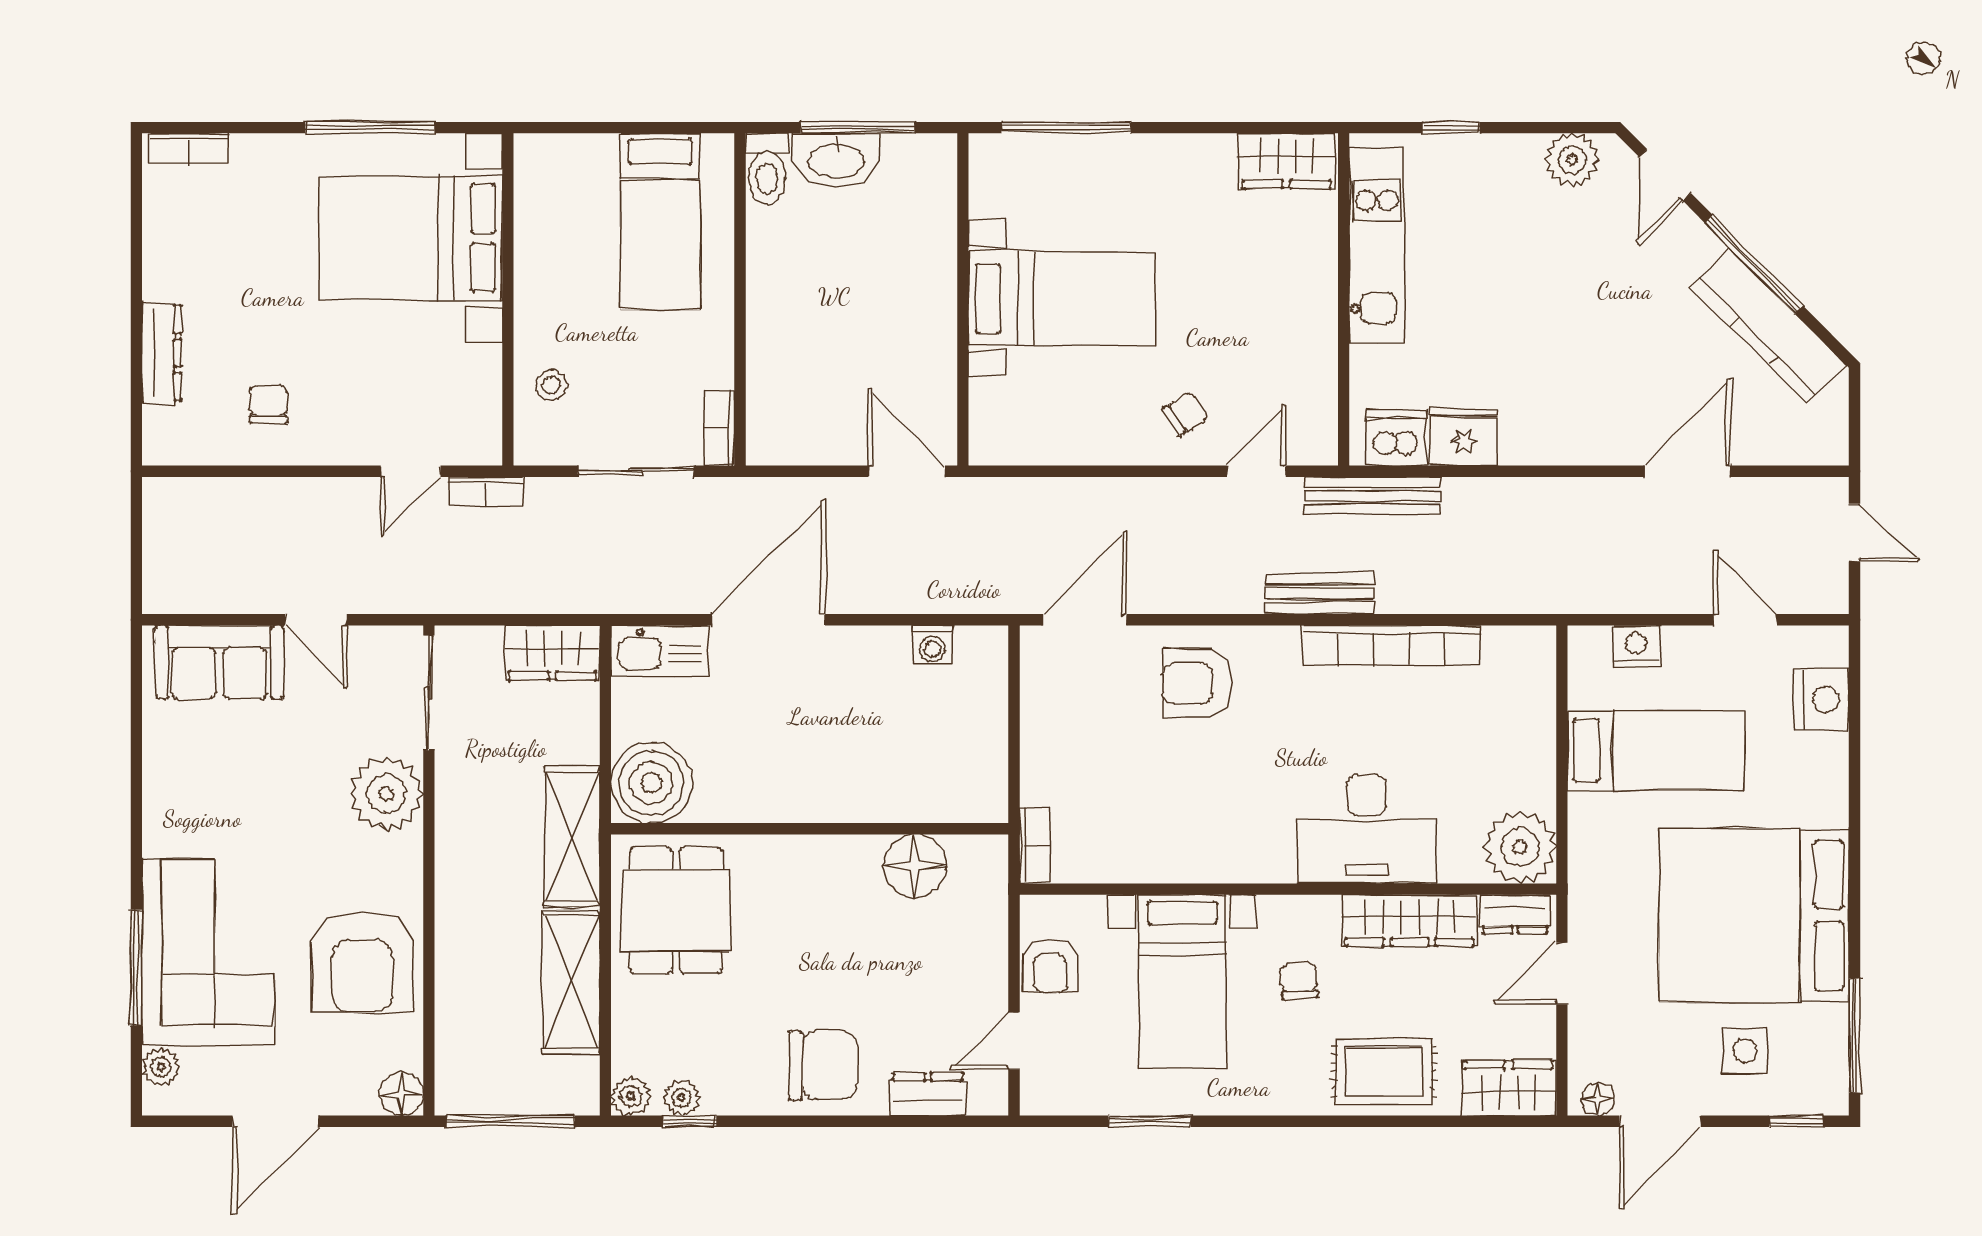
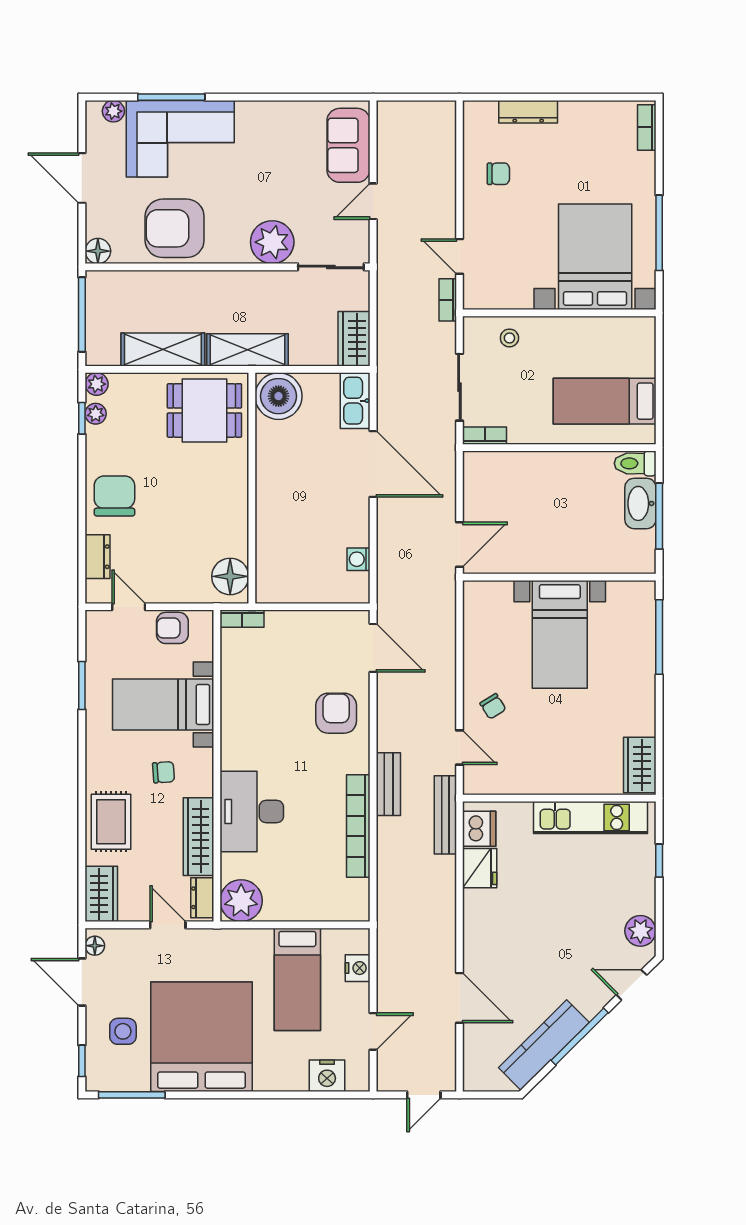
floor lamp: (915, 866) -> (230, 576), moved
chair: (823, 1065) -> (114, 496), turned 180

